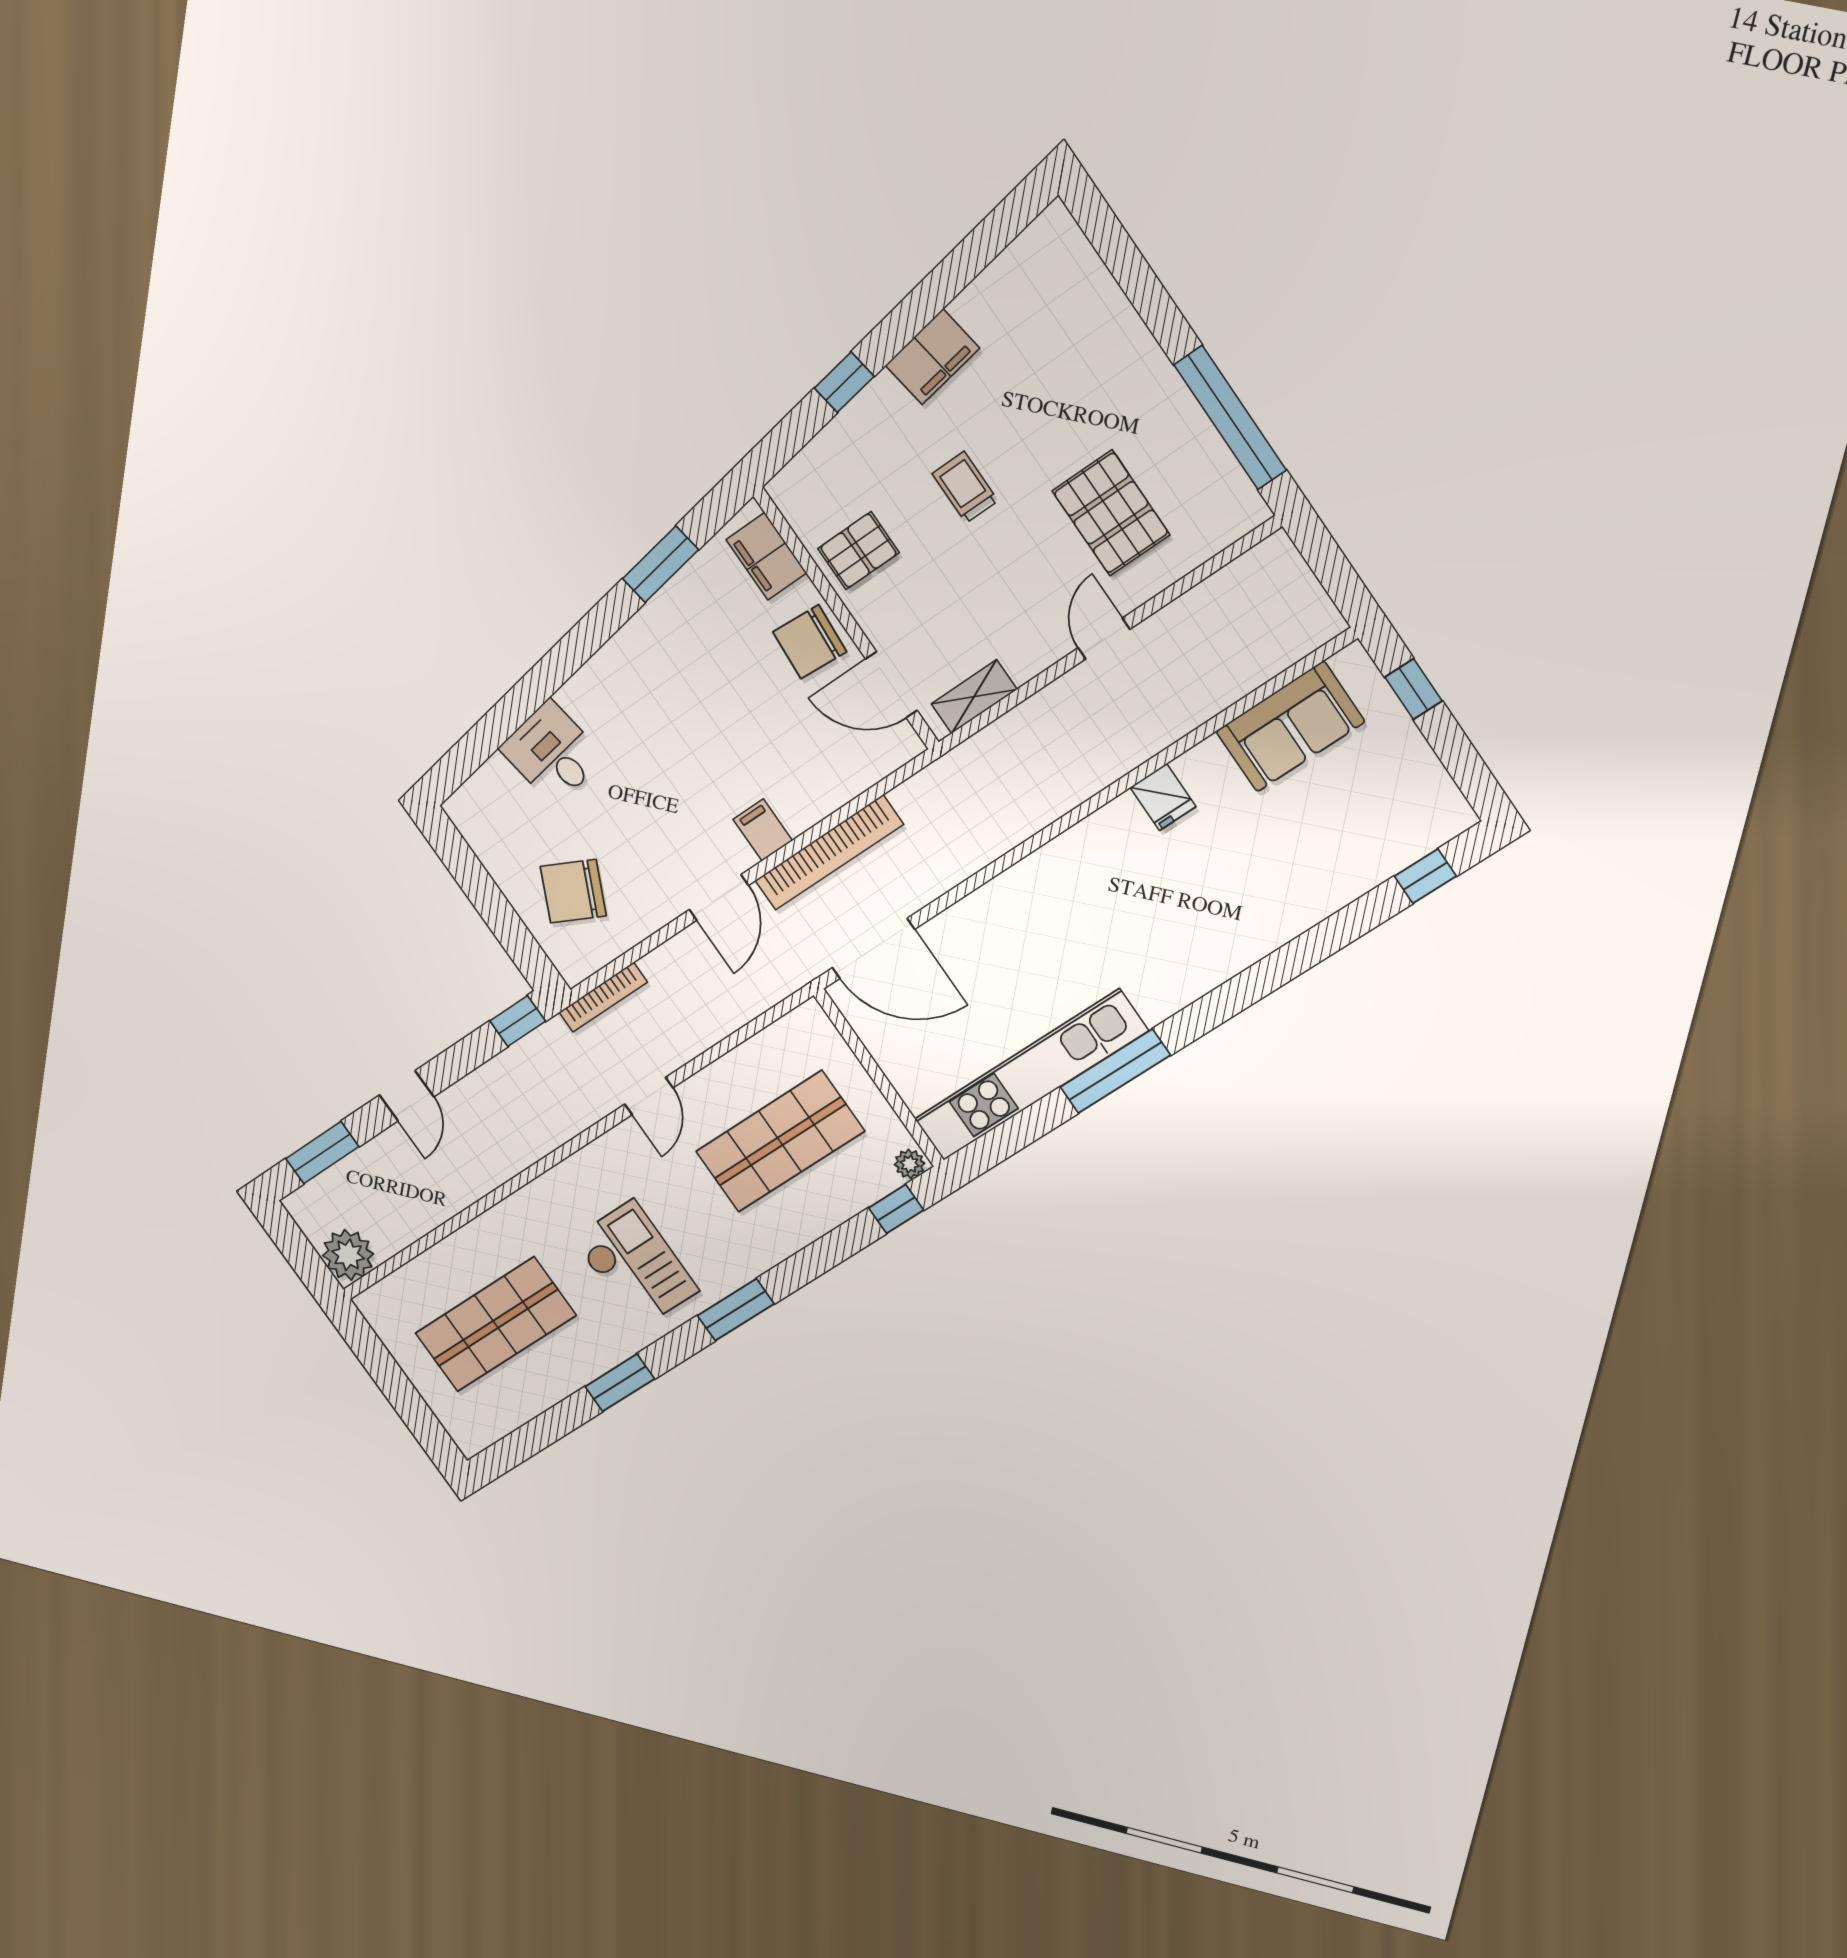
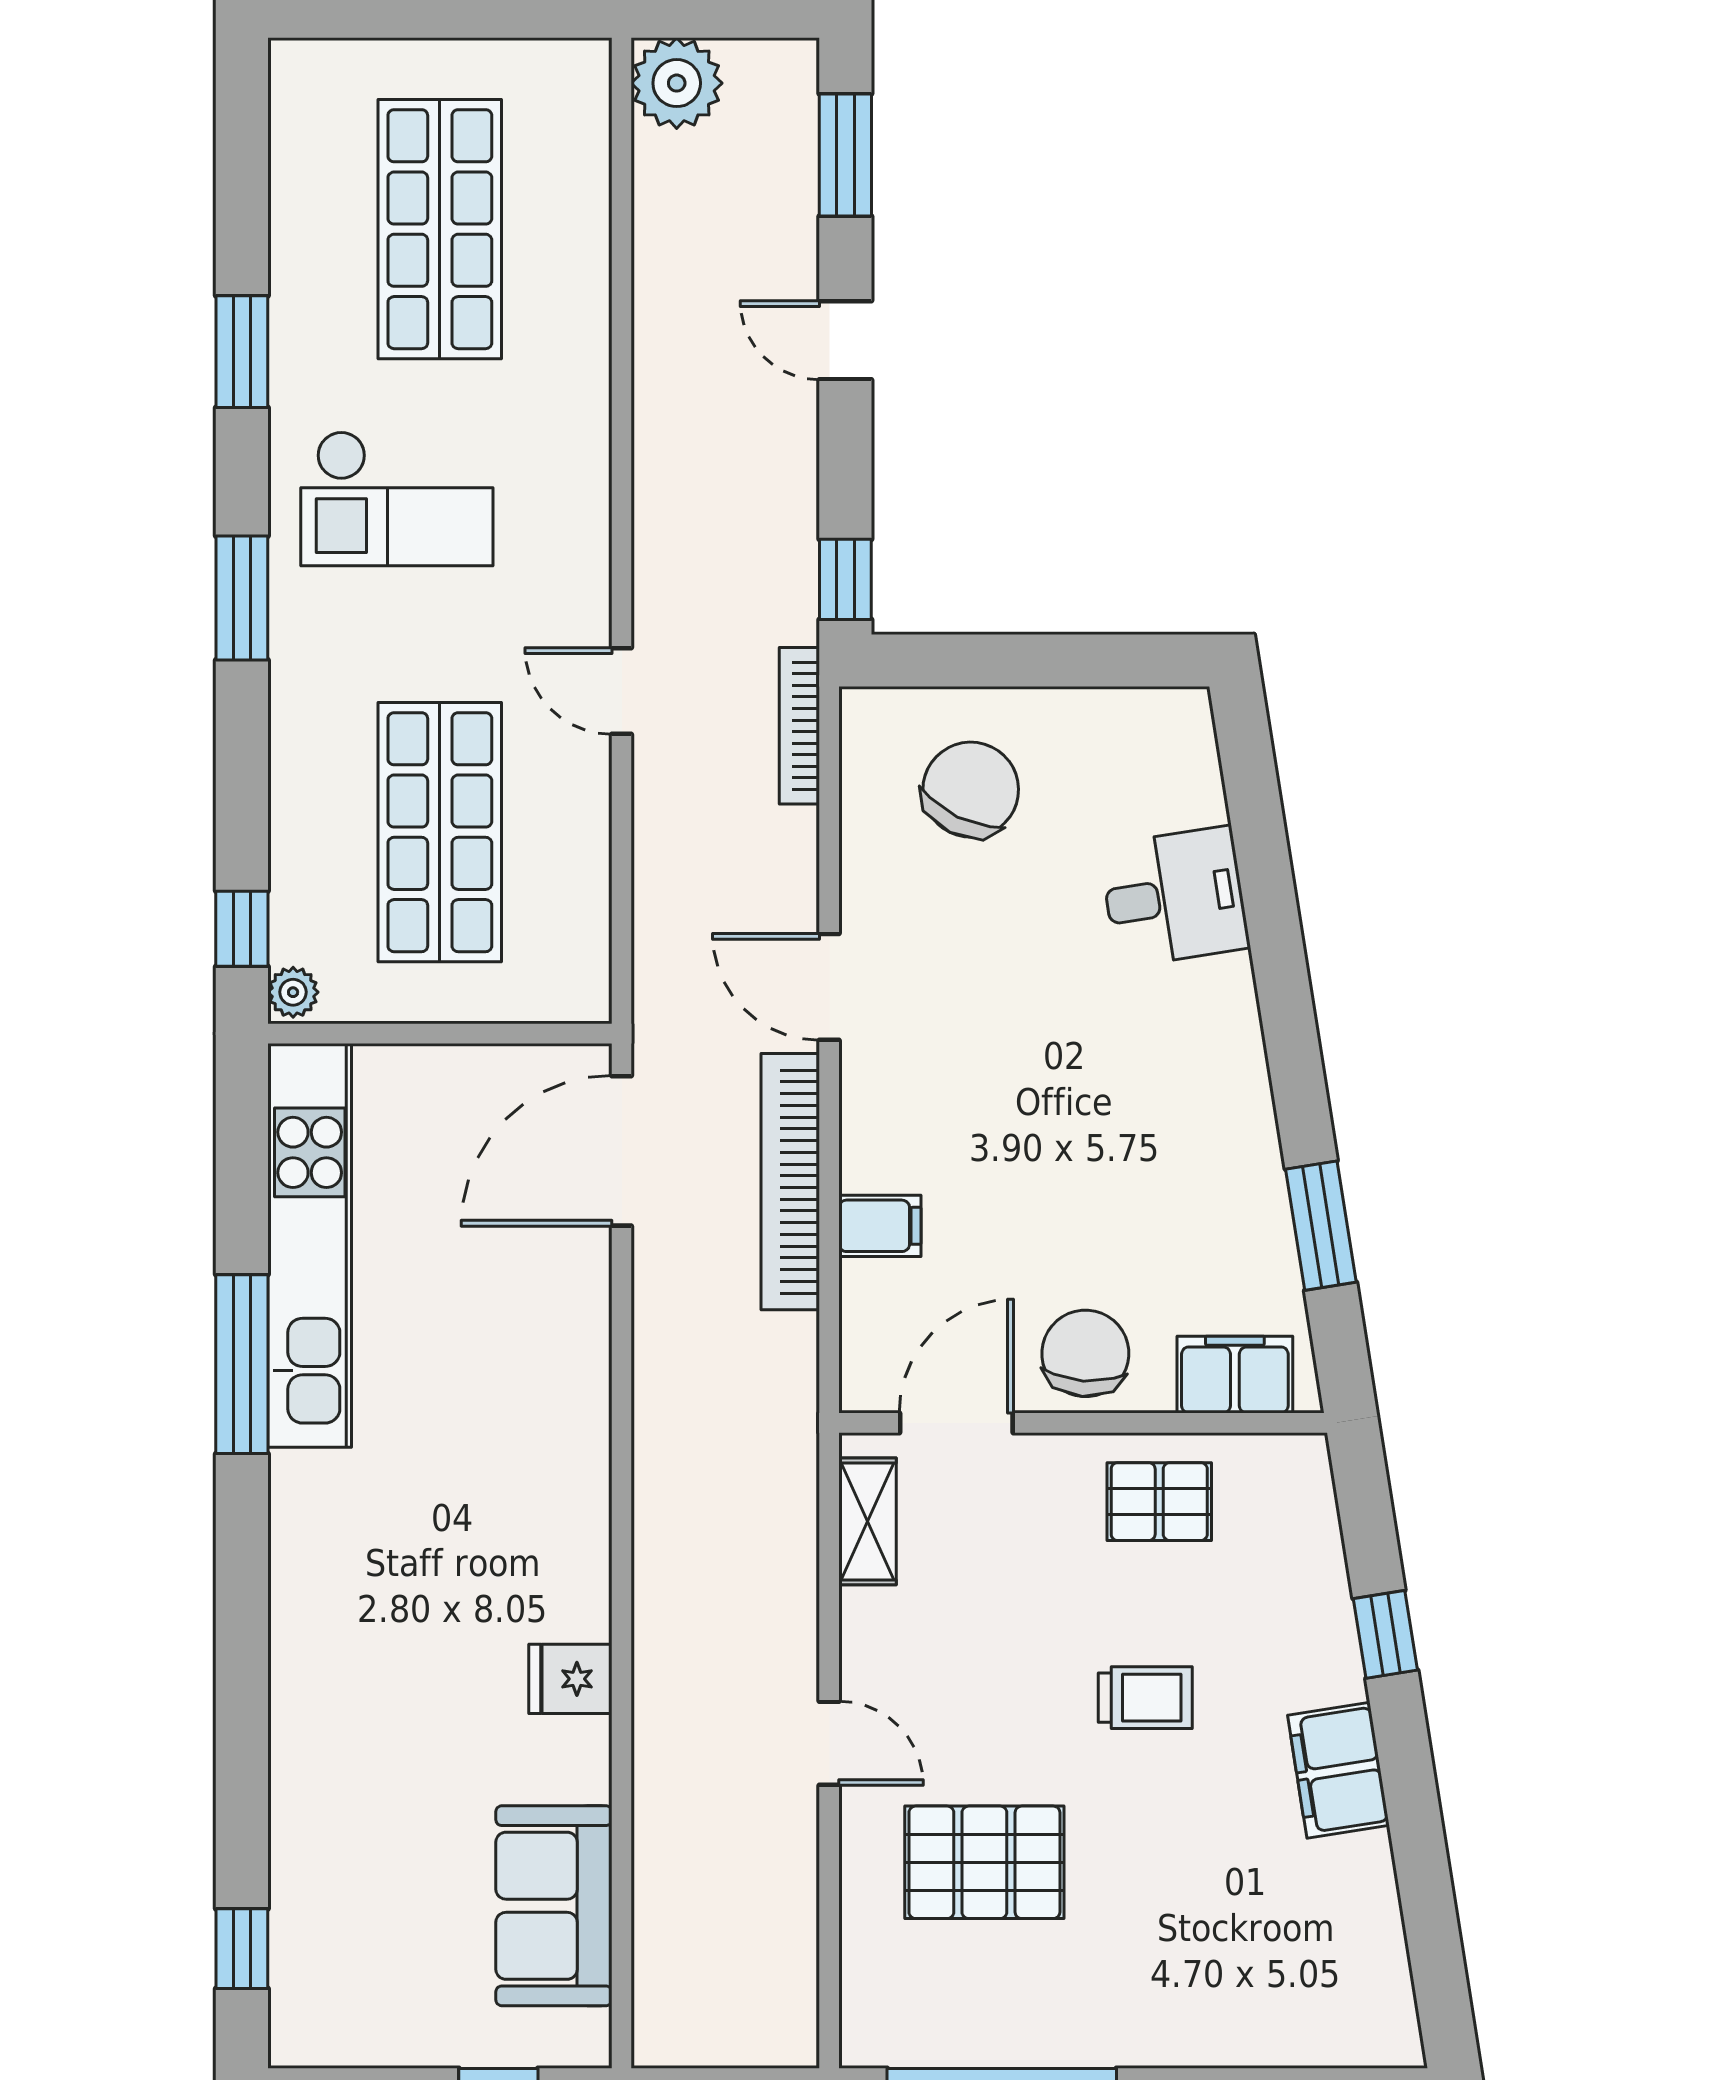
pallet: (858, 551) -> (1159, 1502), turned 90
filing cabinet: (763, 830) -> (880, 1226), moved

